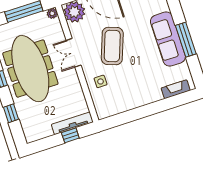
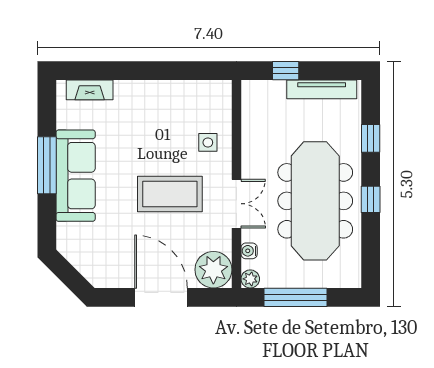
water cooler: (58, 29) -> (249, 251), added
coffee table: (112, 46) -> (170, 194), turned 70
tv unit: (72, 123) -> (322, 89), moved

